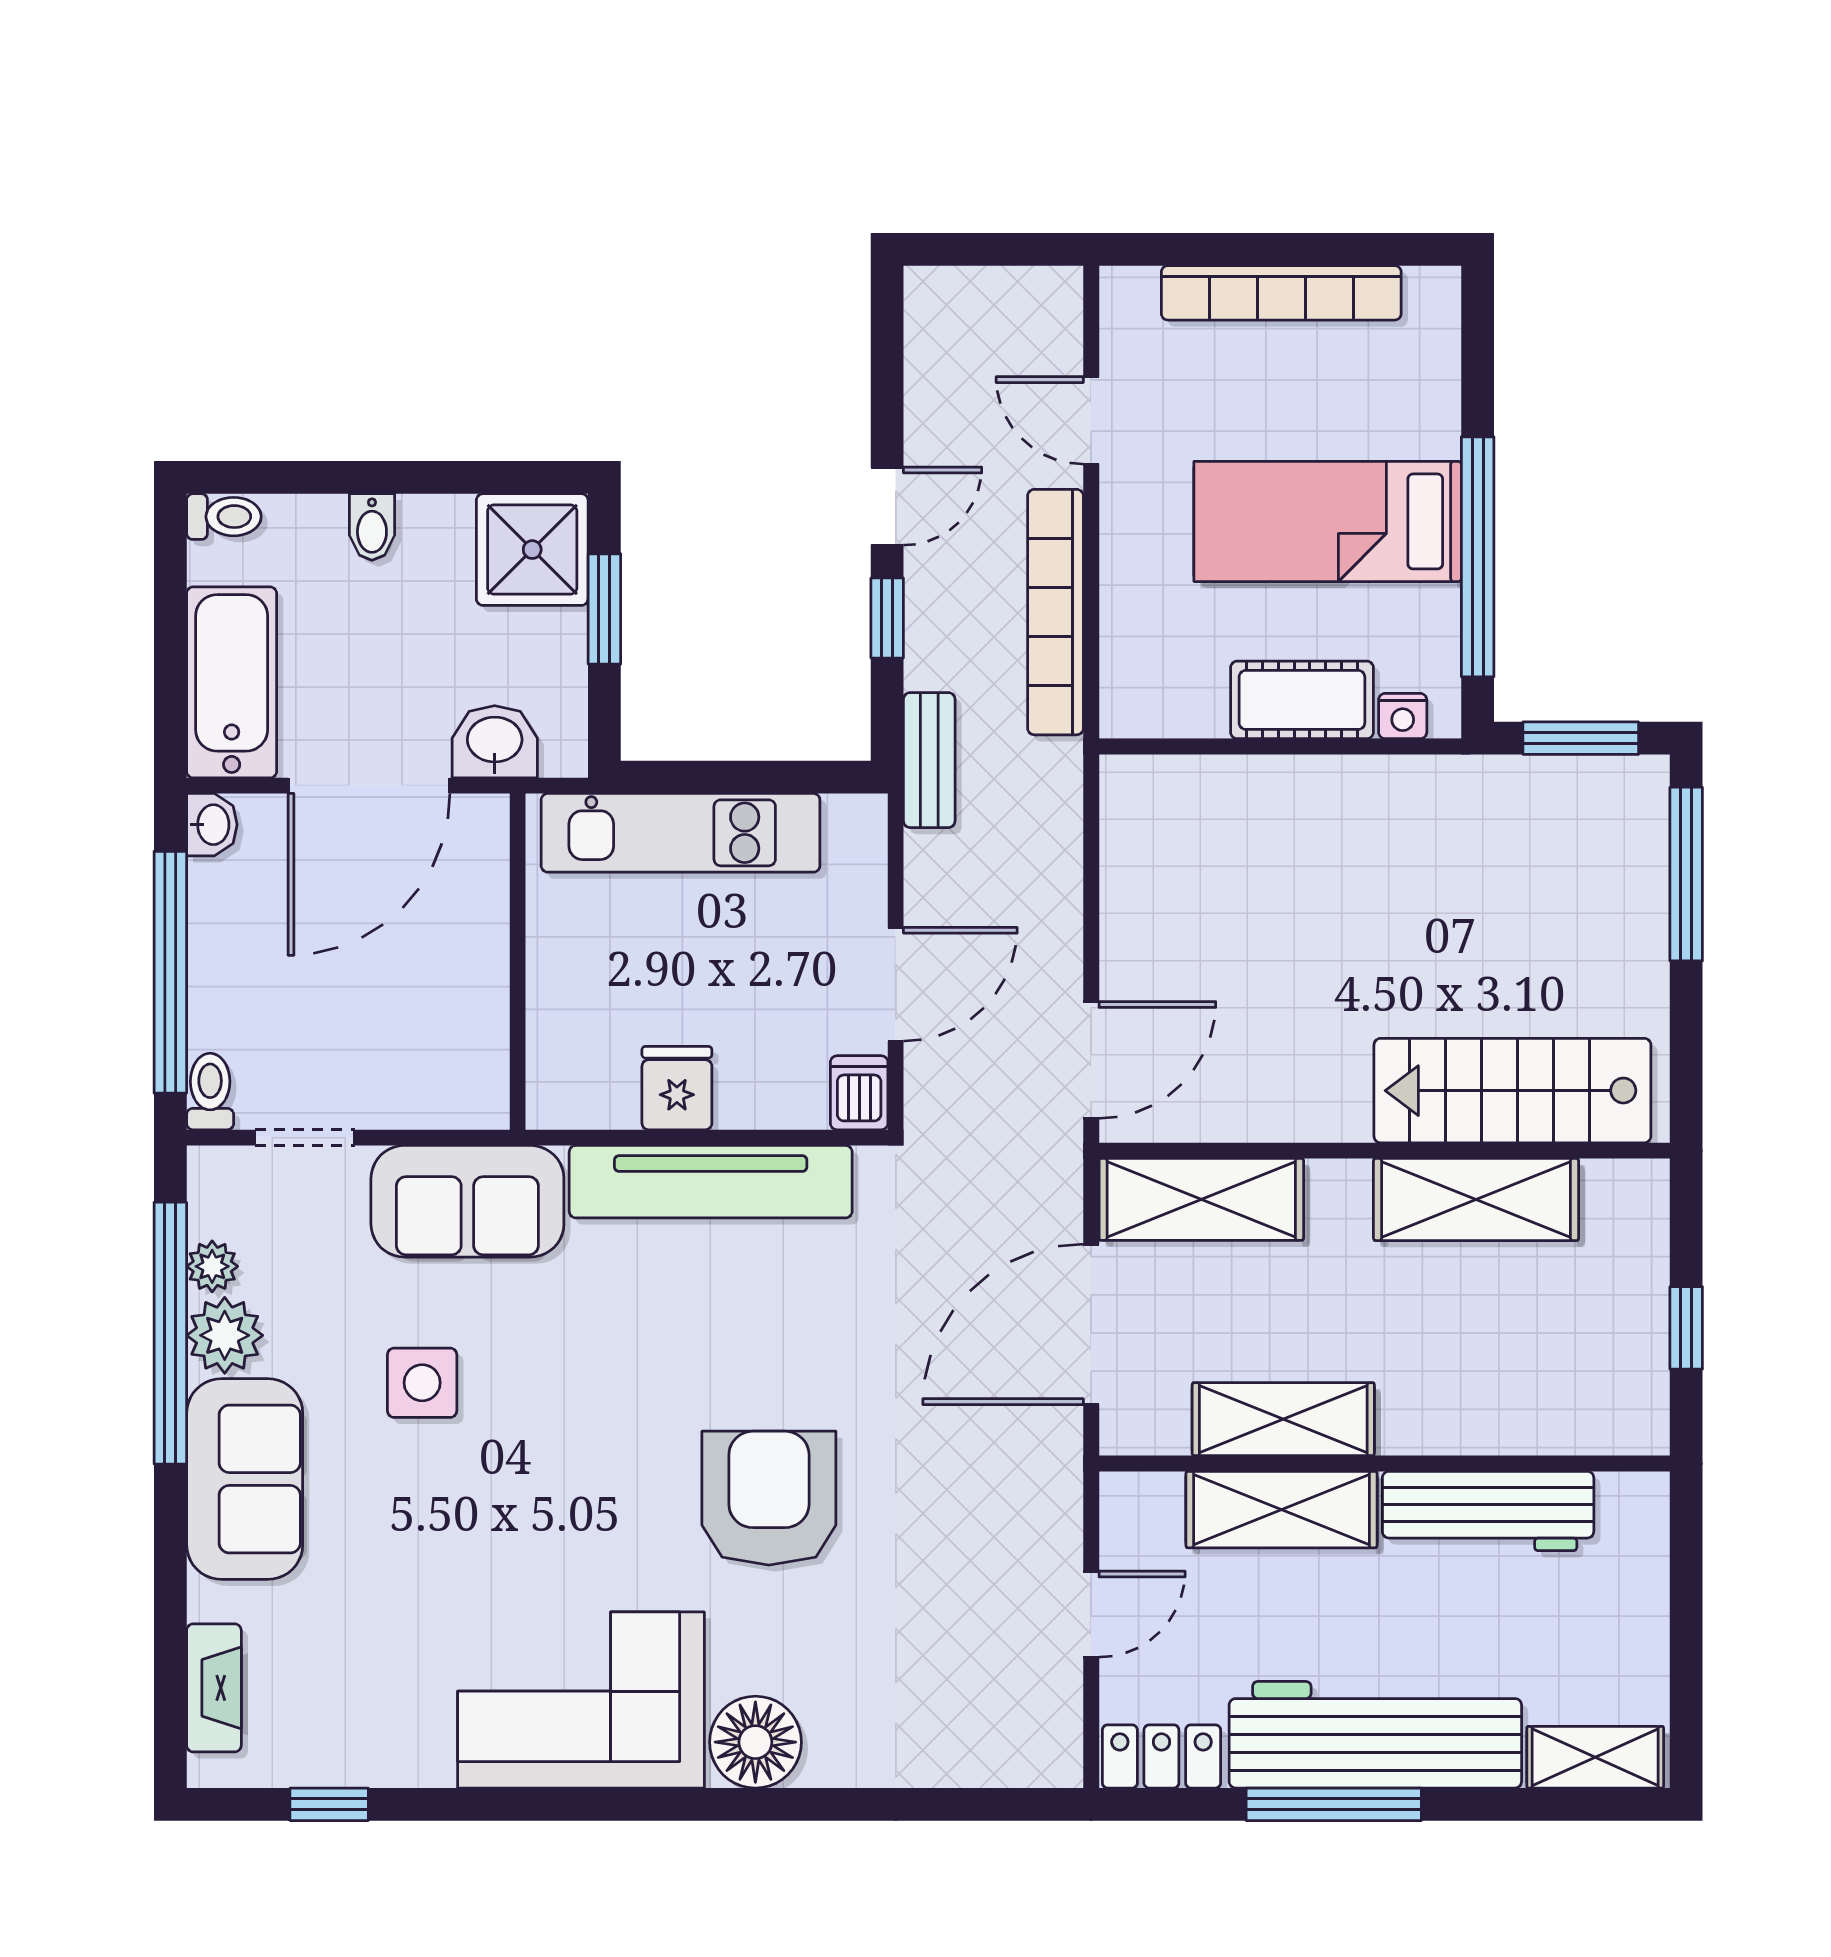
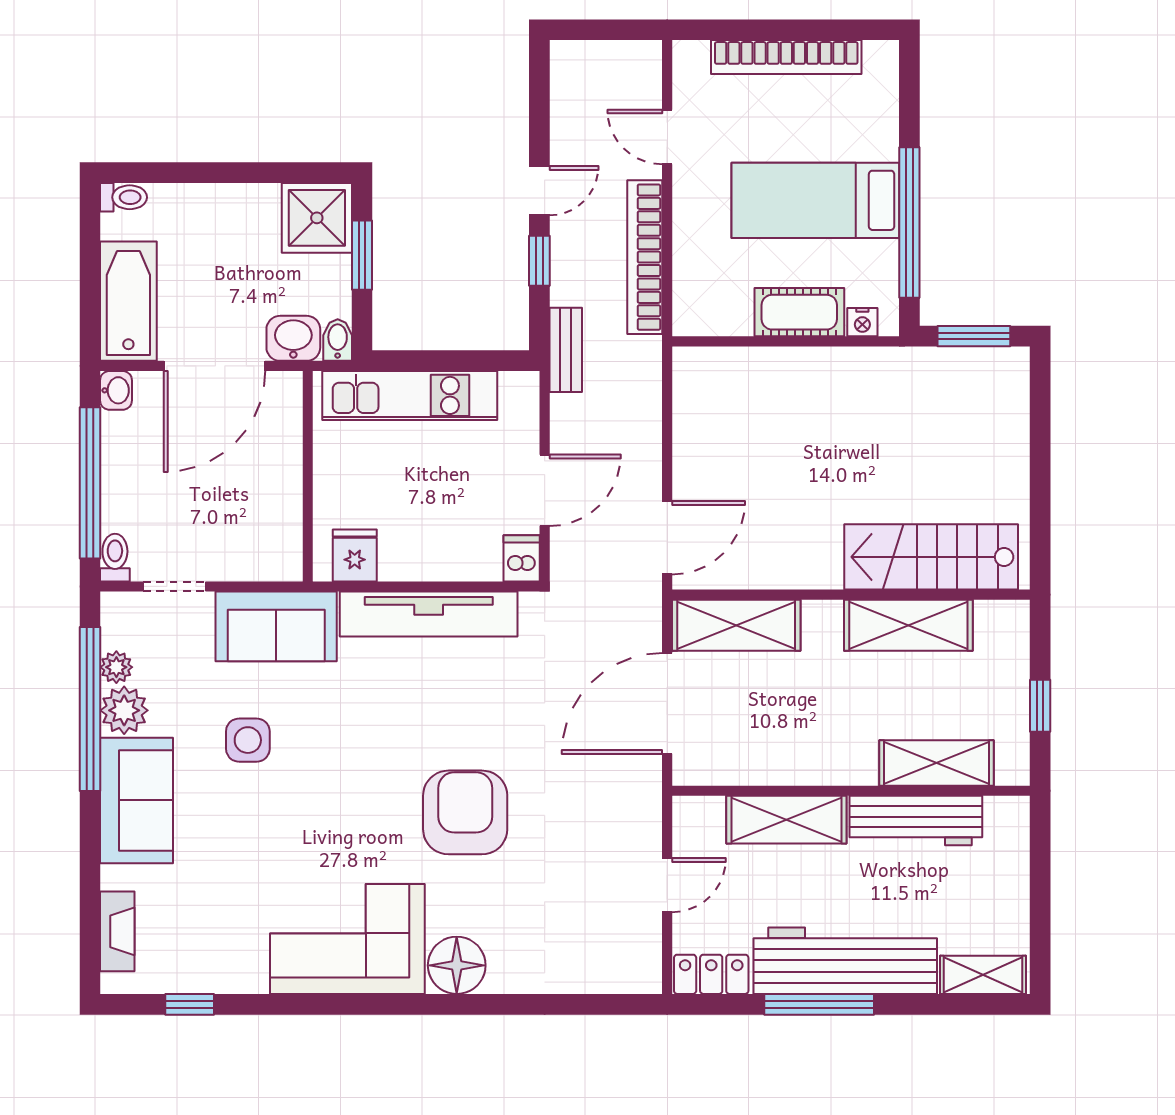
bidet: (372, 527) -> (338, 340), moved, turned 180
window: (1686, 874) -> (1040, 421), removed
fridge: (677, 1088) -> (355, 555), moved
shelving: (1283, 1419) -> (937, 763), moved

